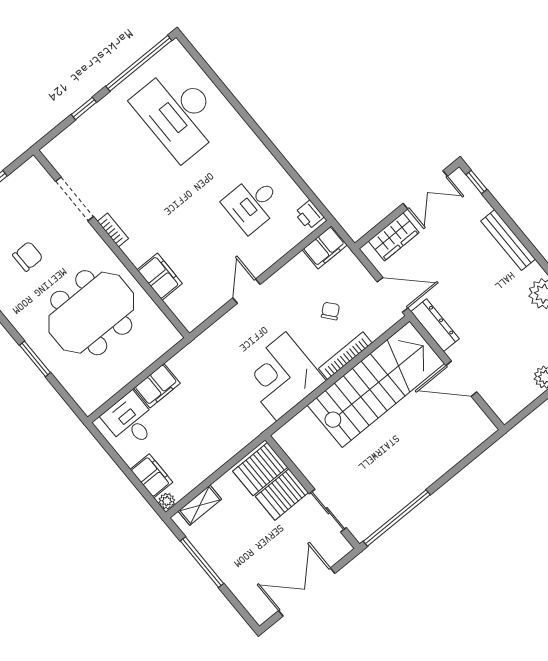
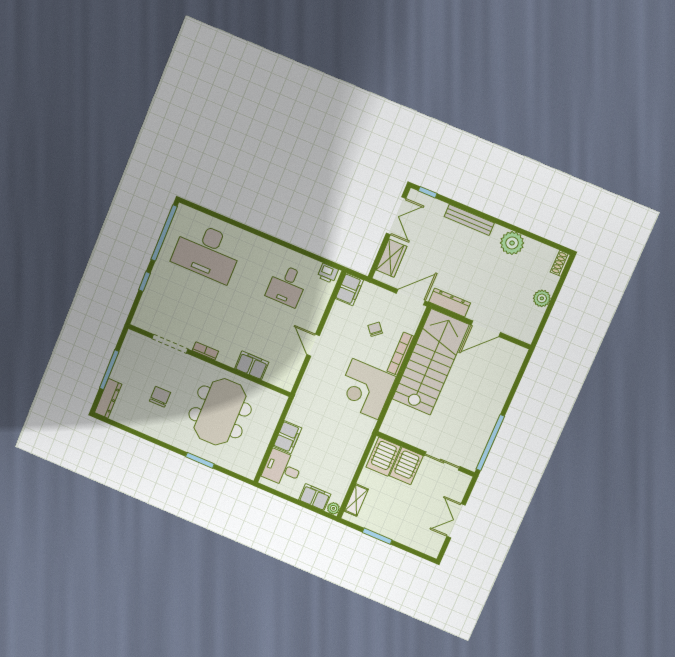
window: (202, 562) -> (377, 536), width x0.69
double door: (307, 592) -> (456, 521), width x0.73

